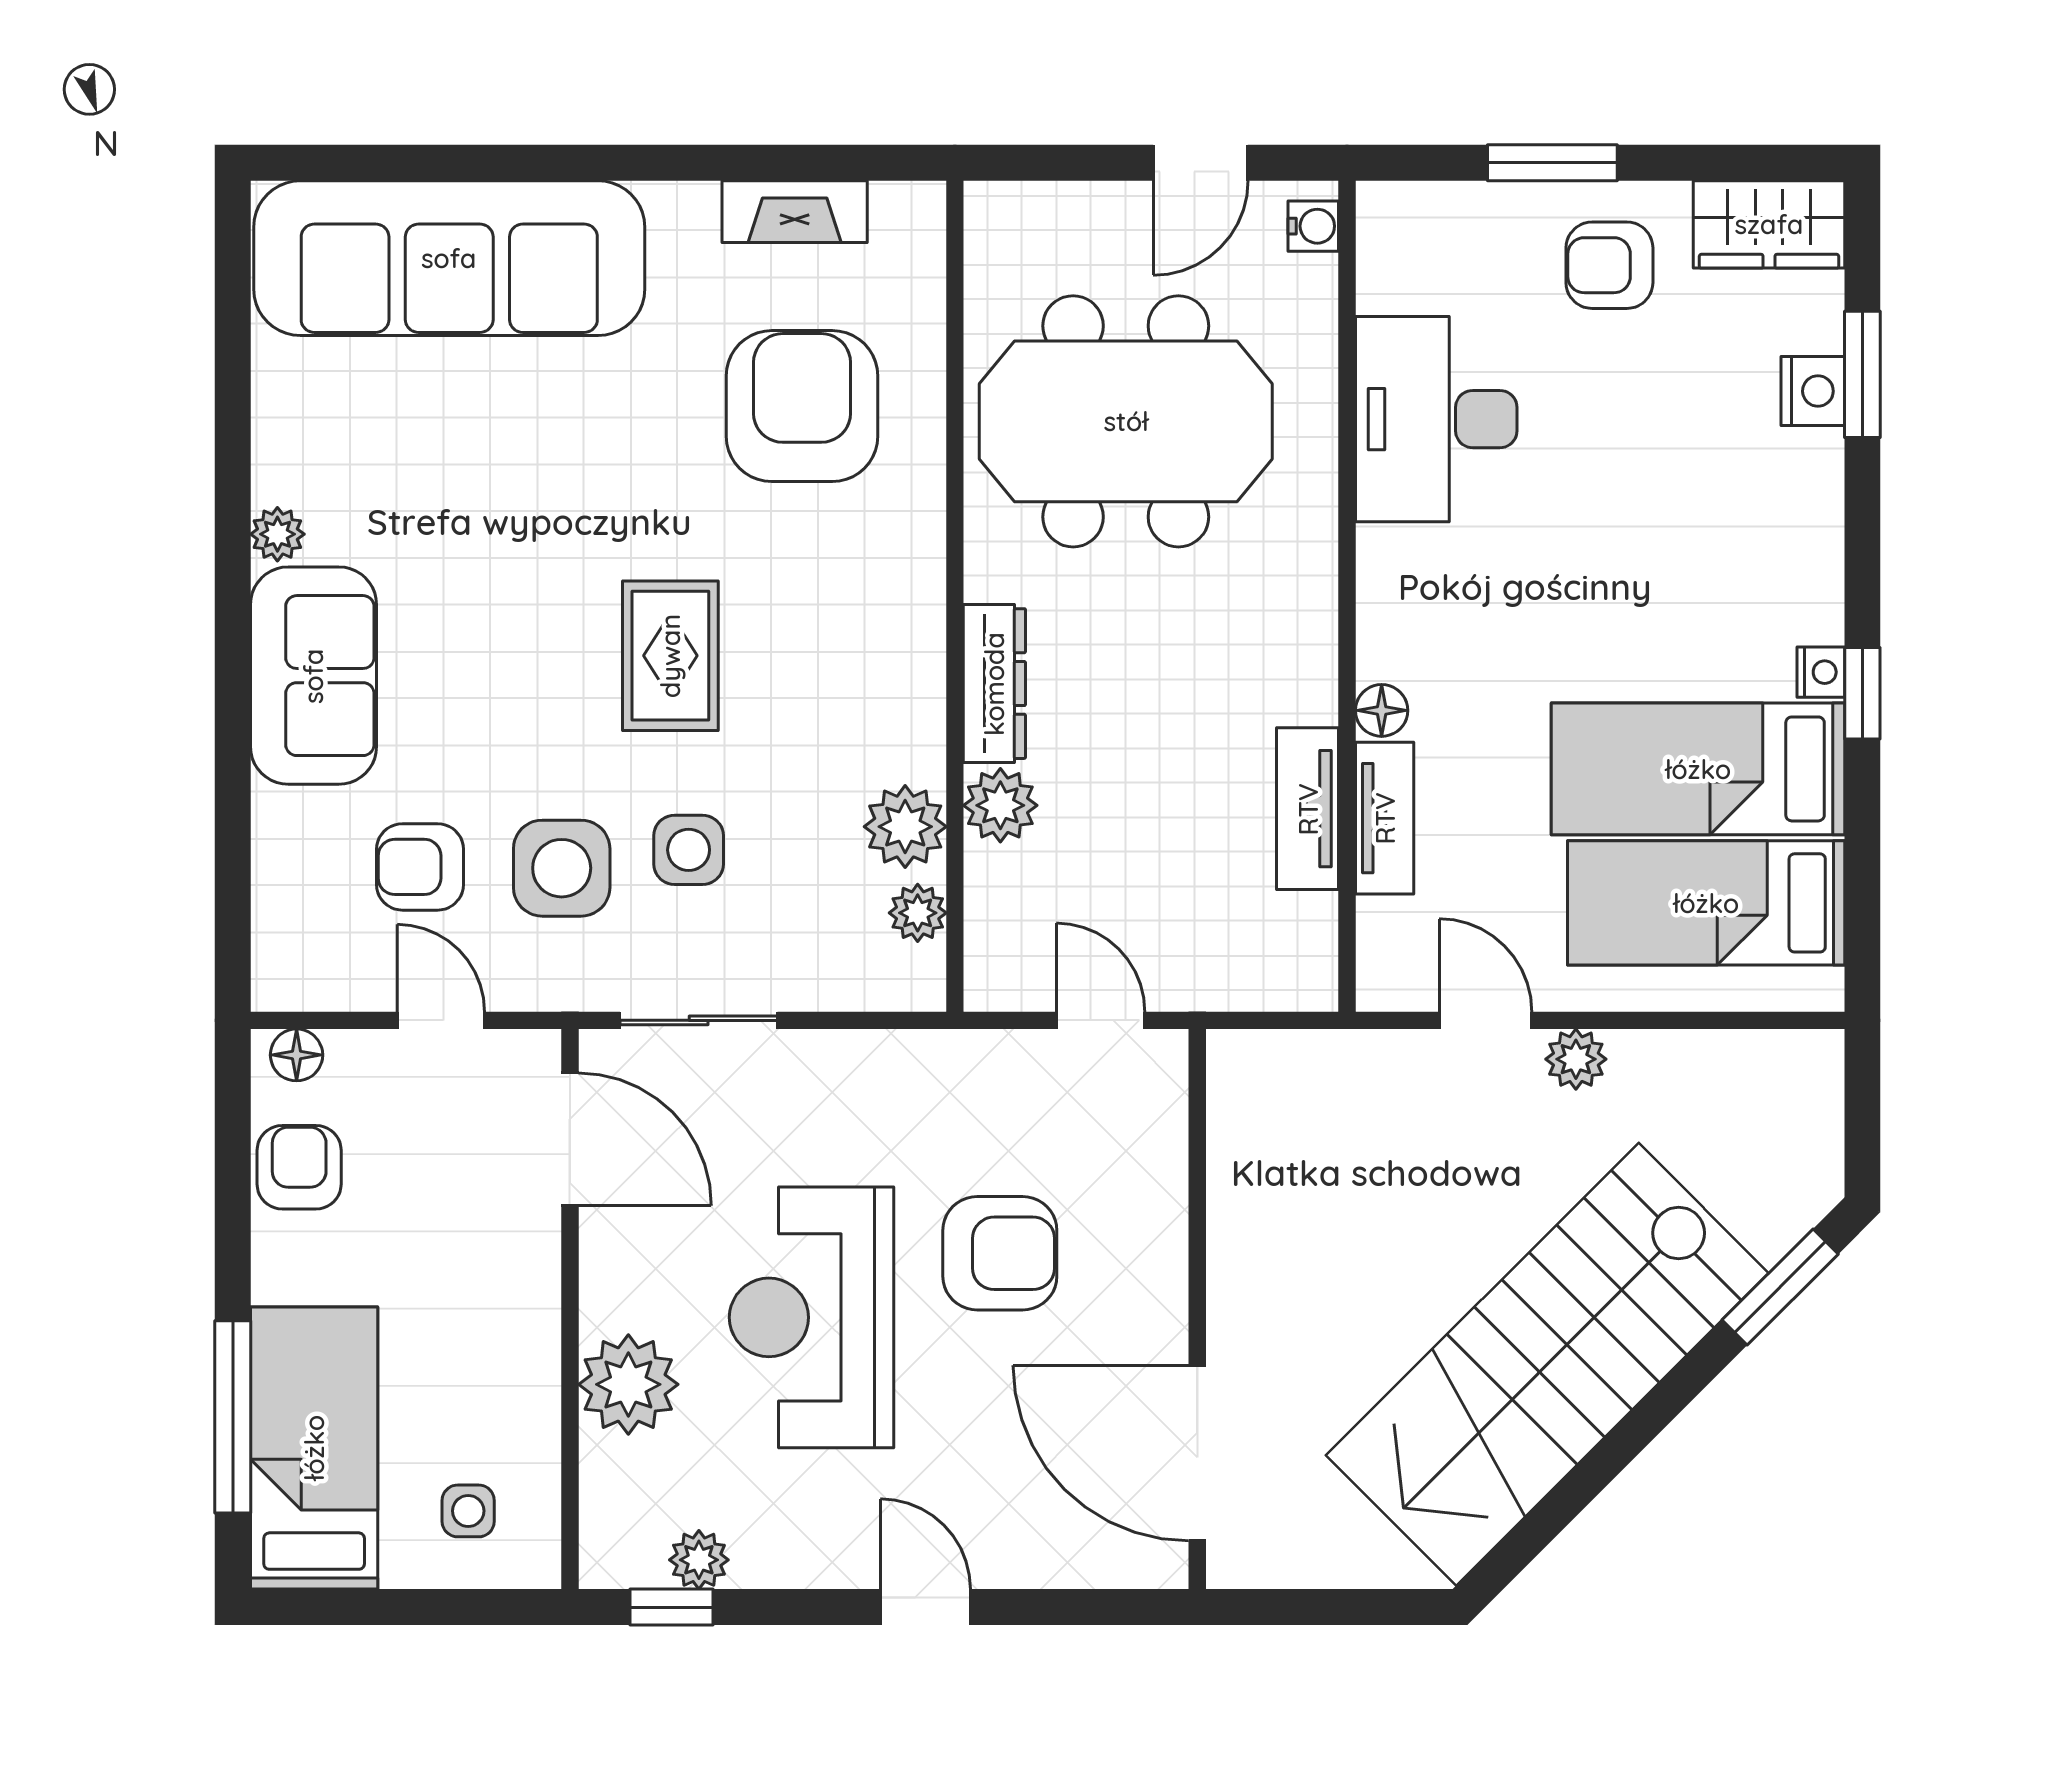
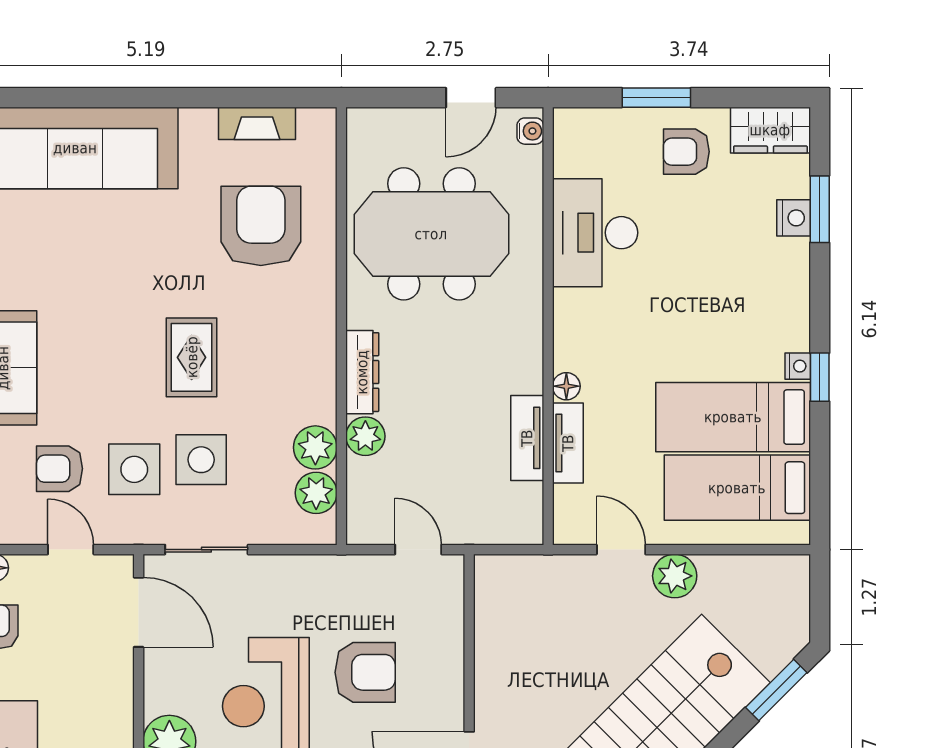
side table: (689, 850) -> (201, 460), width x1.37, depth x1.37
plant: (918, 913) -> (316, 493), width x1.38, depth x1.38
plant: (1576, 1059) -> (675, 576), width x1.38, depth x1.38

